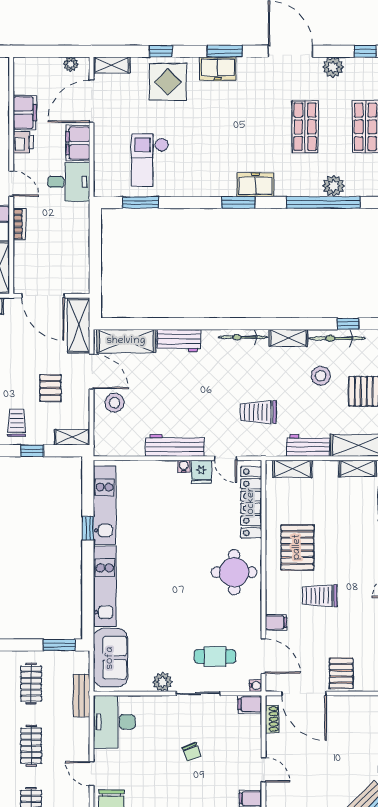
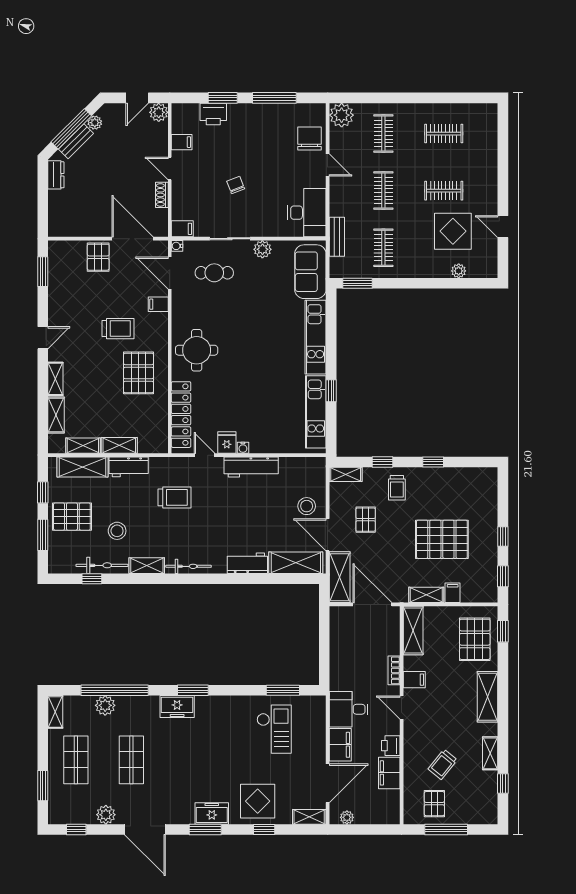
shelving: (292, 469) -> (119, 445), moved
shoe rack: (272, 719) -> (162, 195), moved

